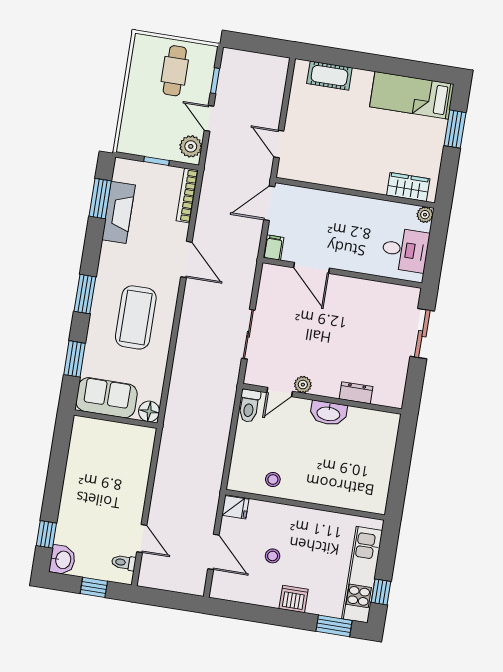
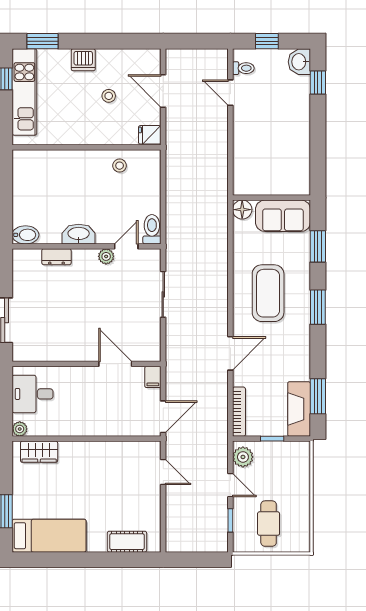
fireplace: (119, 212) -> (299, 409), moved
door: (186, 259) -> (230, 353), swing flipped
bidet: (385, 421) -> (25, 235), added

